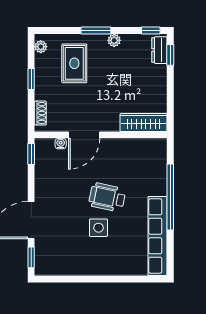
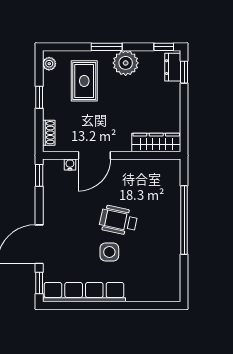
plant: (114, 40) -> (126, 63), width x1.88, depth x1.88
row of seats: (158, 236) -> (84, 292), moved, turned 90

